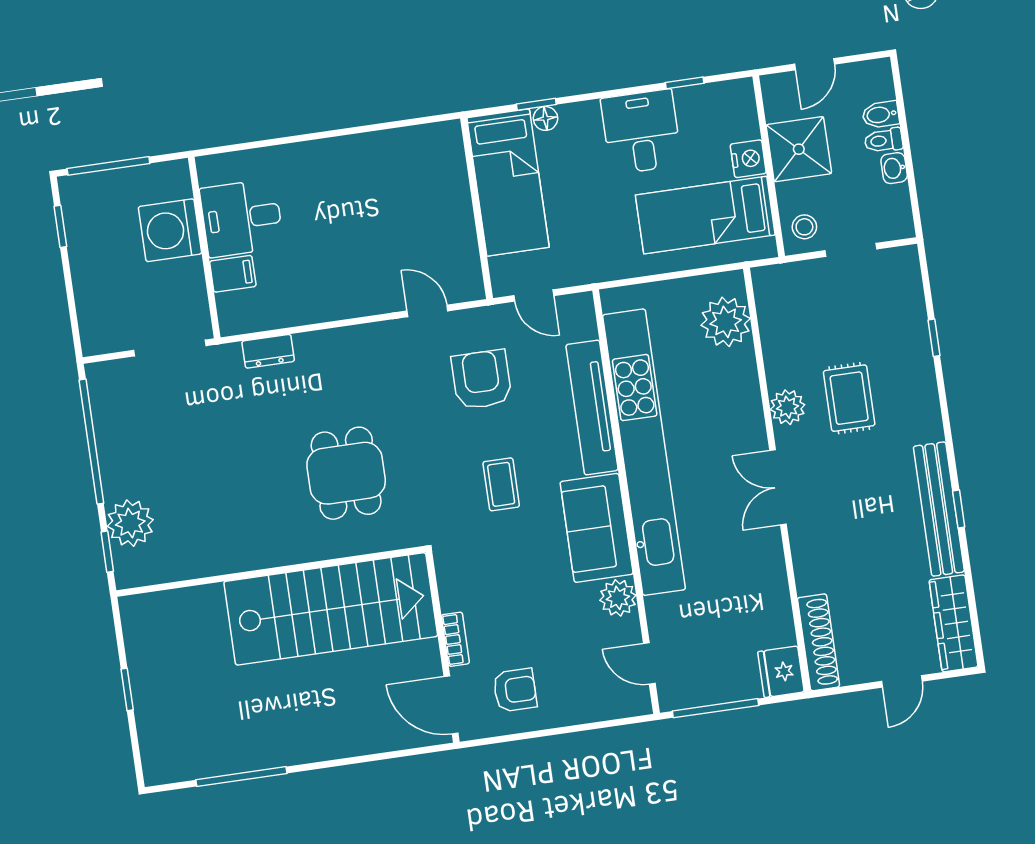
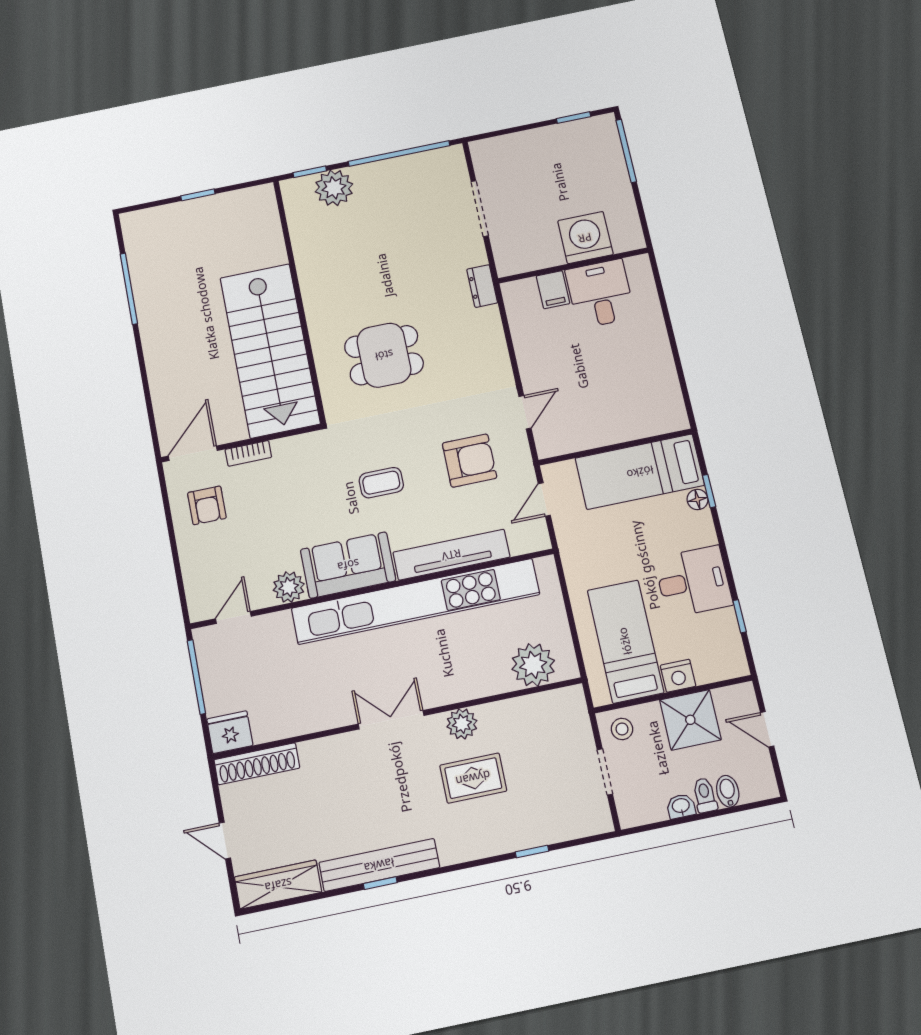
desk: (242, 218) -> (600, 294), moved
washing machine: (170, 230) -> (585, 238), moved
wall: (204, 248) -> (573, 266), moved
filing cabinet: (233, 274) -> (553, 290), moved

